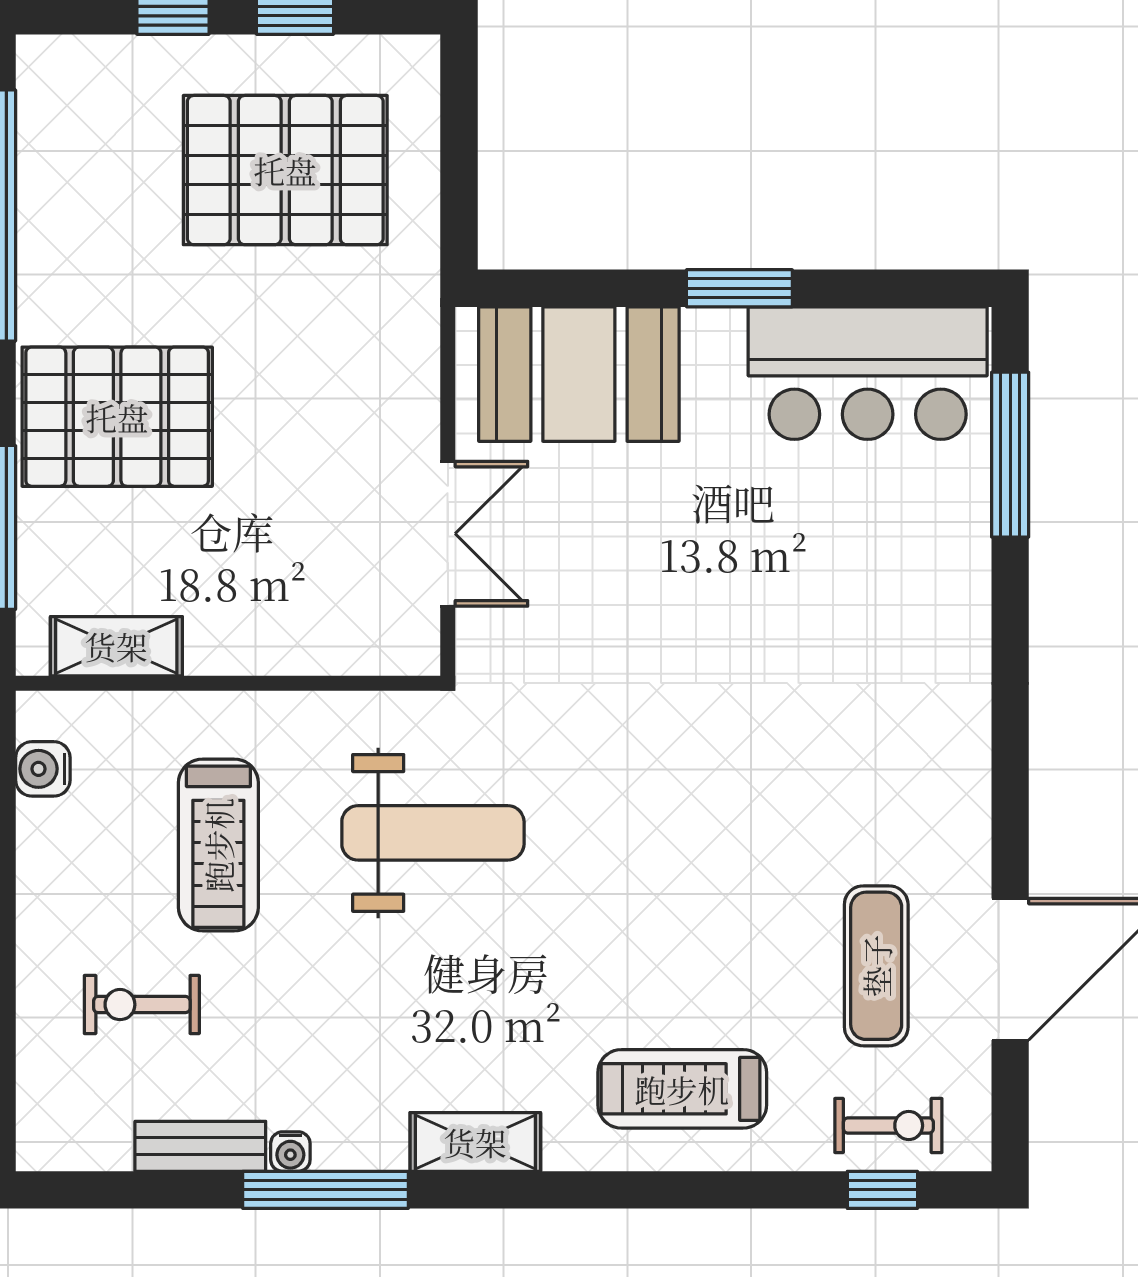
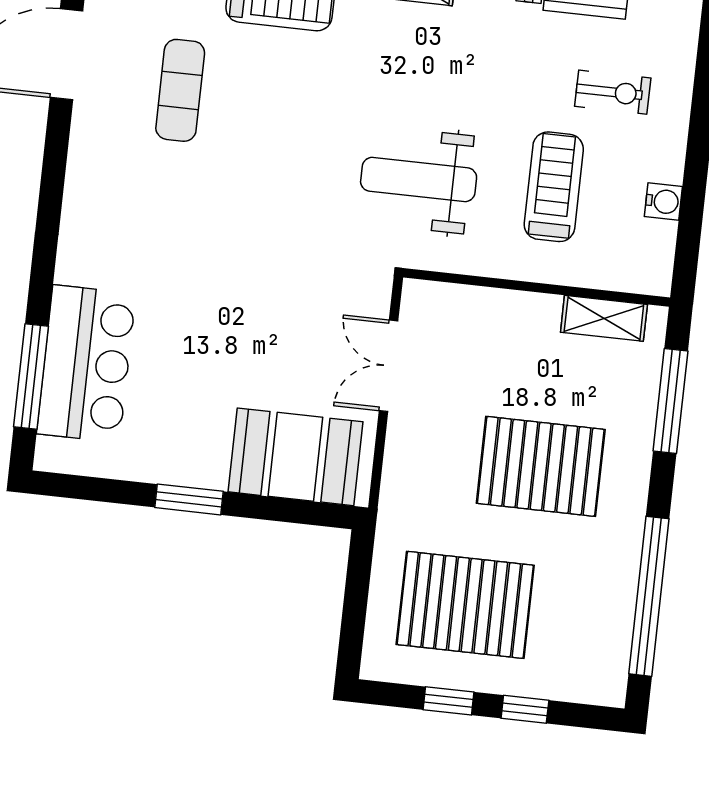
bar counter: (868, 373) -> (86, 364), moved, turned 90
pallet: (117, 417) -> (541, 466), moved
water cooler: (43, 769) -> (663, 202), moved
exercise mat: (876, 966) -> (180, 90), moved

